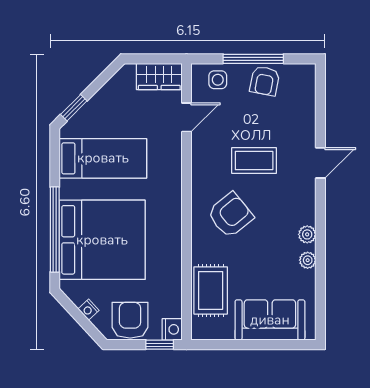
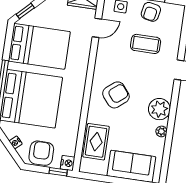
bed: (103, 158) -> (39, 46), width x1.50
coffee table: (254, 161) -> (146, 44), moved
plant: (307, 234) -> (159, 109), width x1.87, depth x1.87

